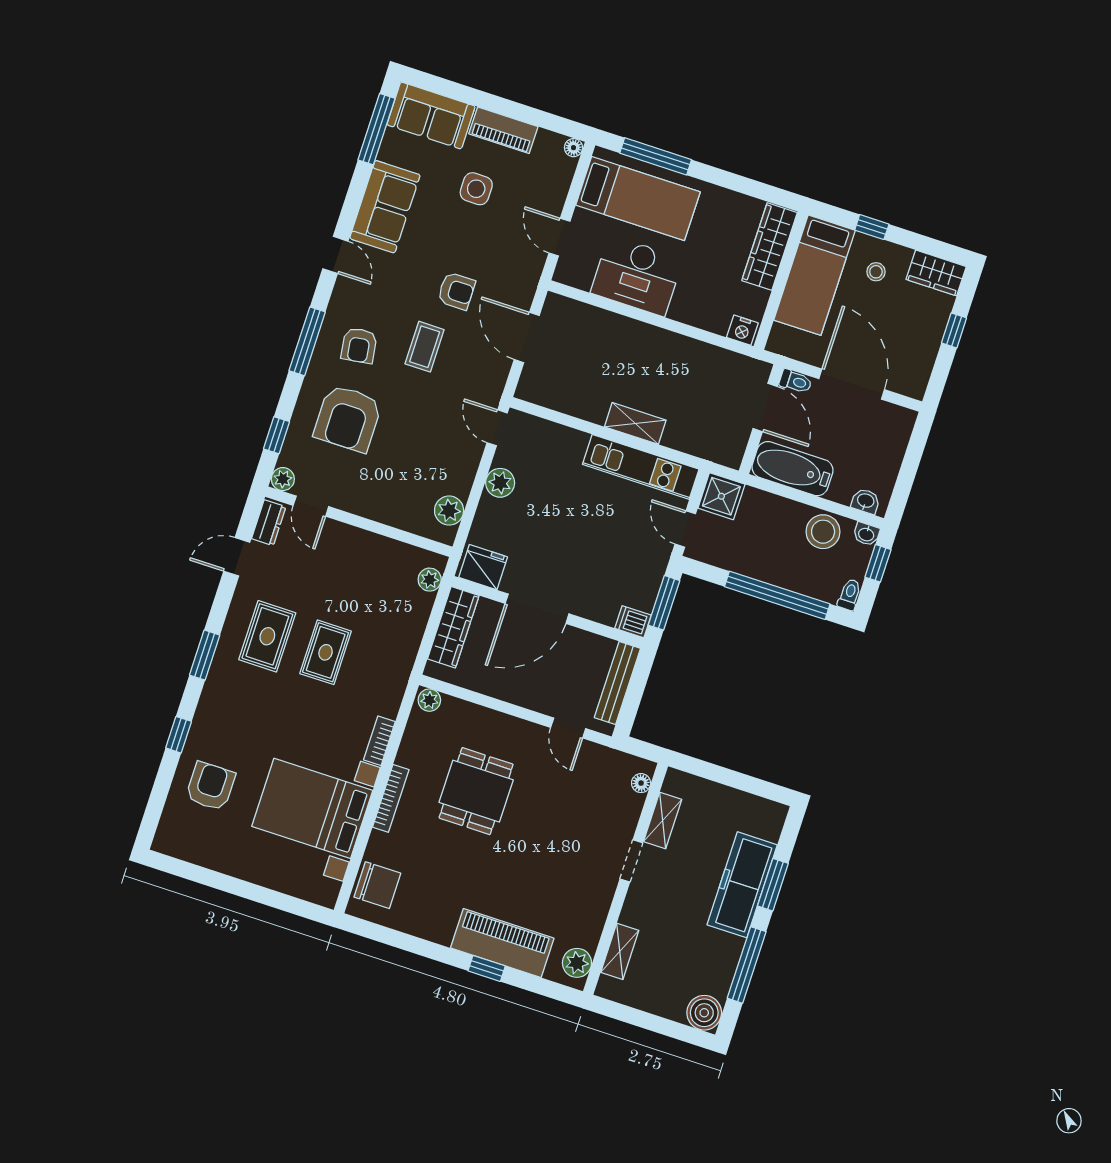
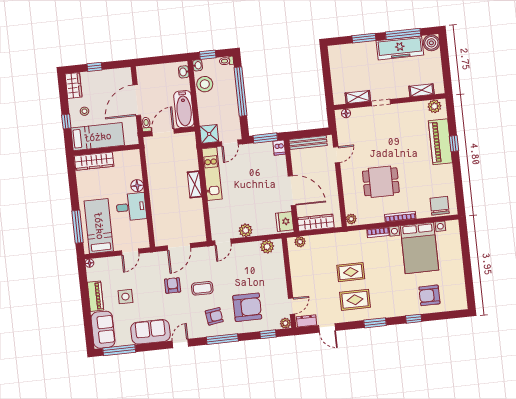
desk: (637, 276) -> (131, 207), width x0.73
floor lamp: (683, 309) -> (137, 186), added
nightstand: (742, 330) -> (135, 157), removed
freezer: (742, 885) -> (400, 48), moved

